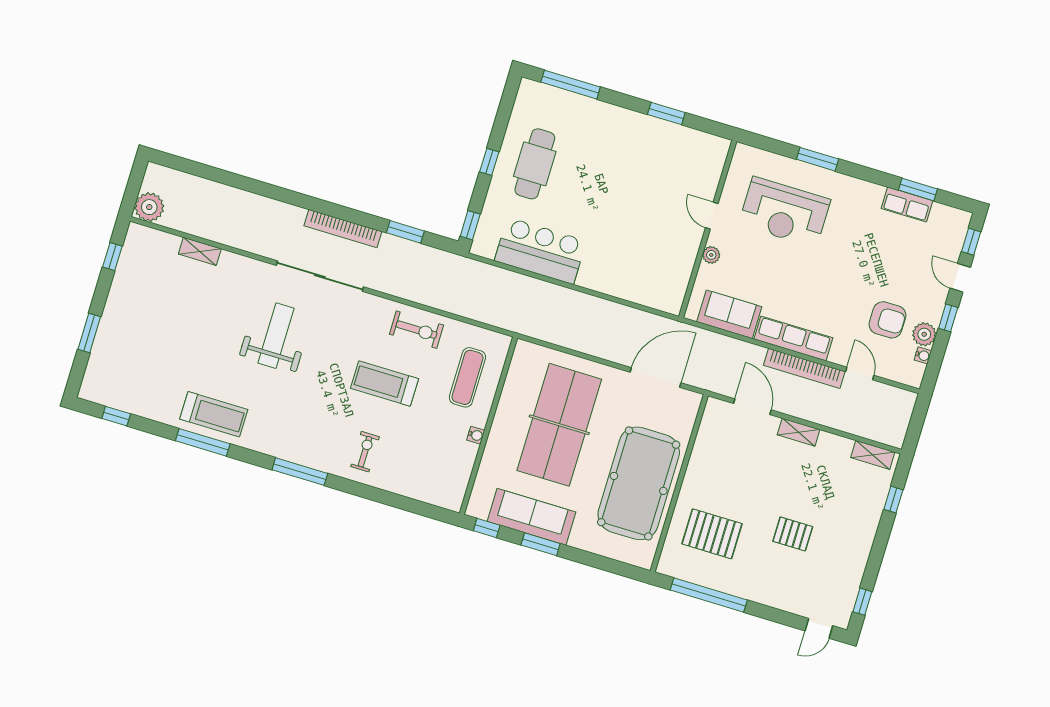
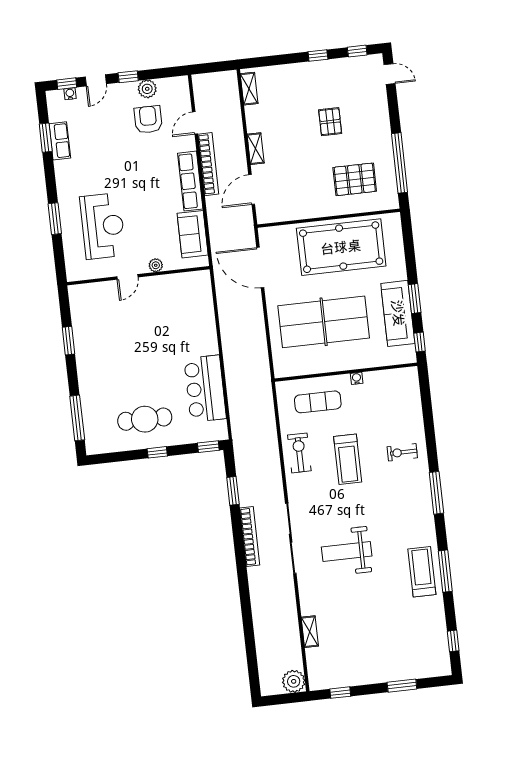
water cooler: (923, 355) -> (70, 94), moved
window: (893, 500) -> (318, 55), moved
pallet: (712, 534) -> (355, 179), turned 90

